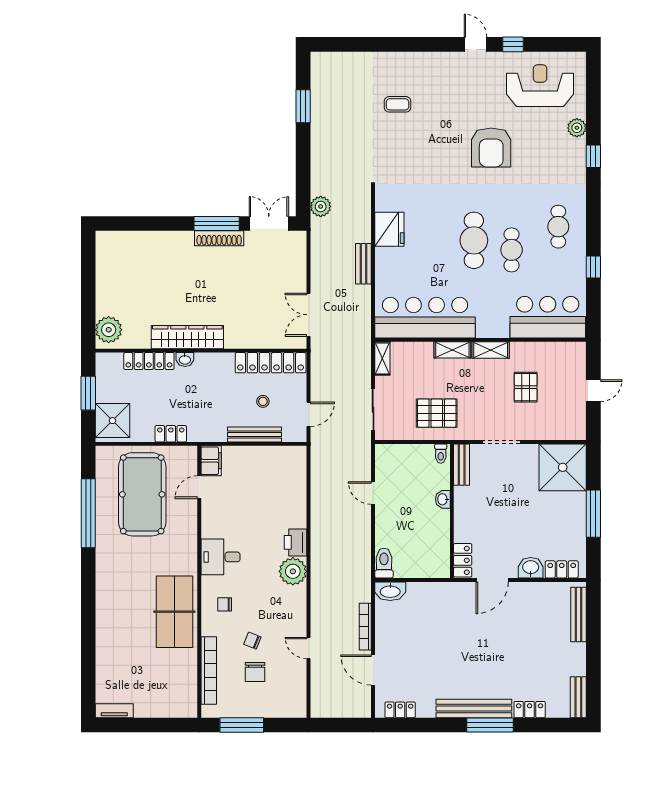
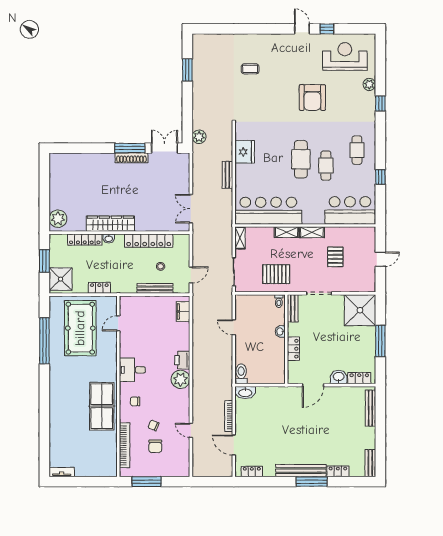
locker: (271, 363) -> (149, 241), moved
filing cabinet: (211, 461) -> (183, 312), moved, turned 180
locker: (463, 560) -> (293, 349), moved

